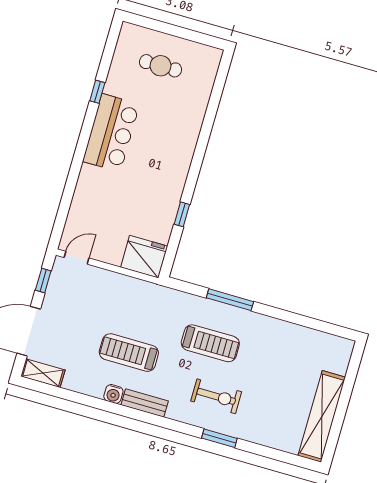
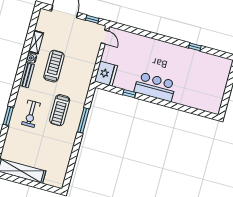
cafe table: (161, 66) -> (209, 81), removed
bar counter: (111, 133) -> (155, 87), moved, turned 180
shelving: (43, 373) -> (36, 42), moved

